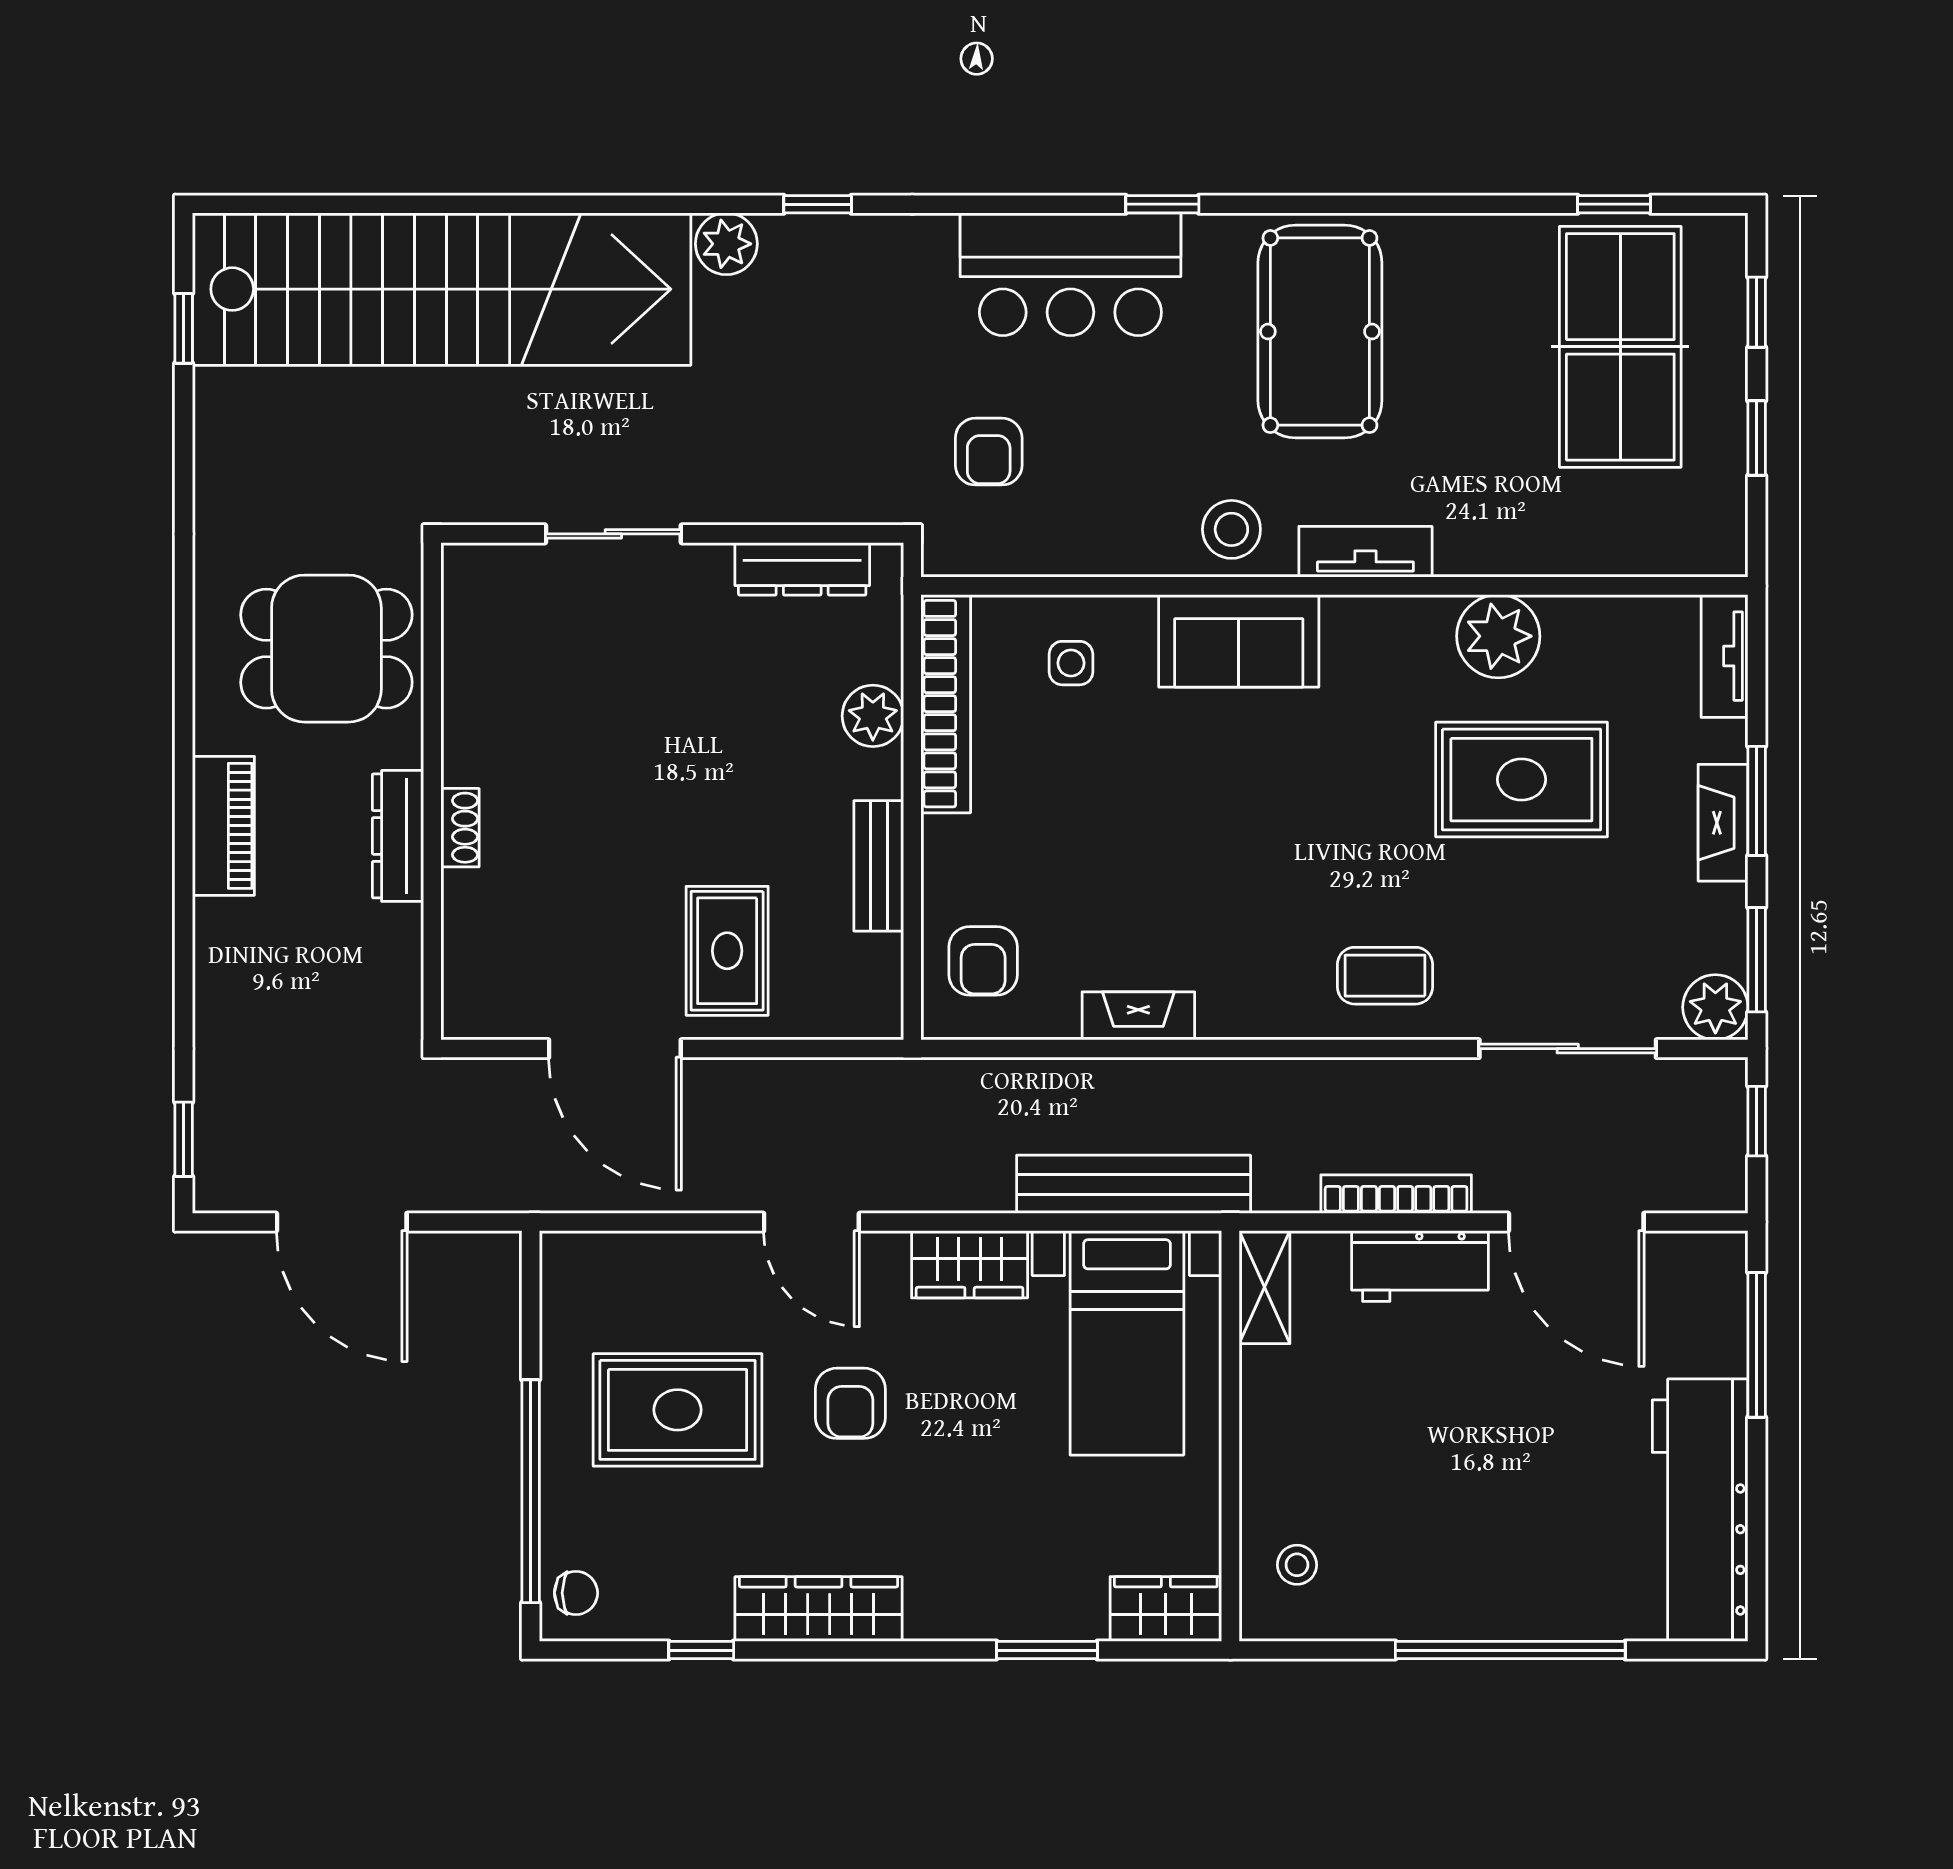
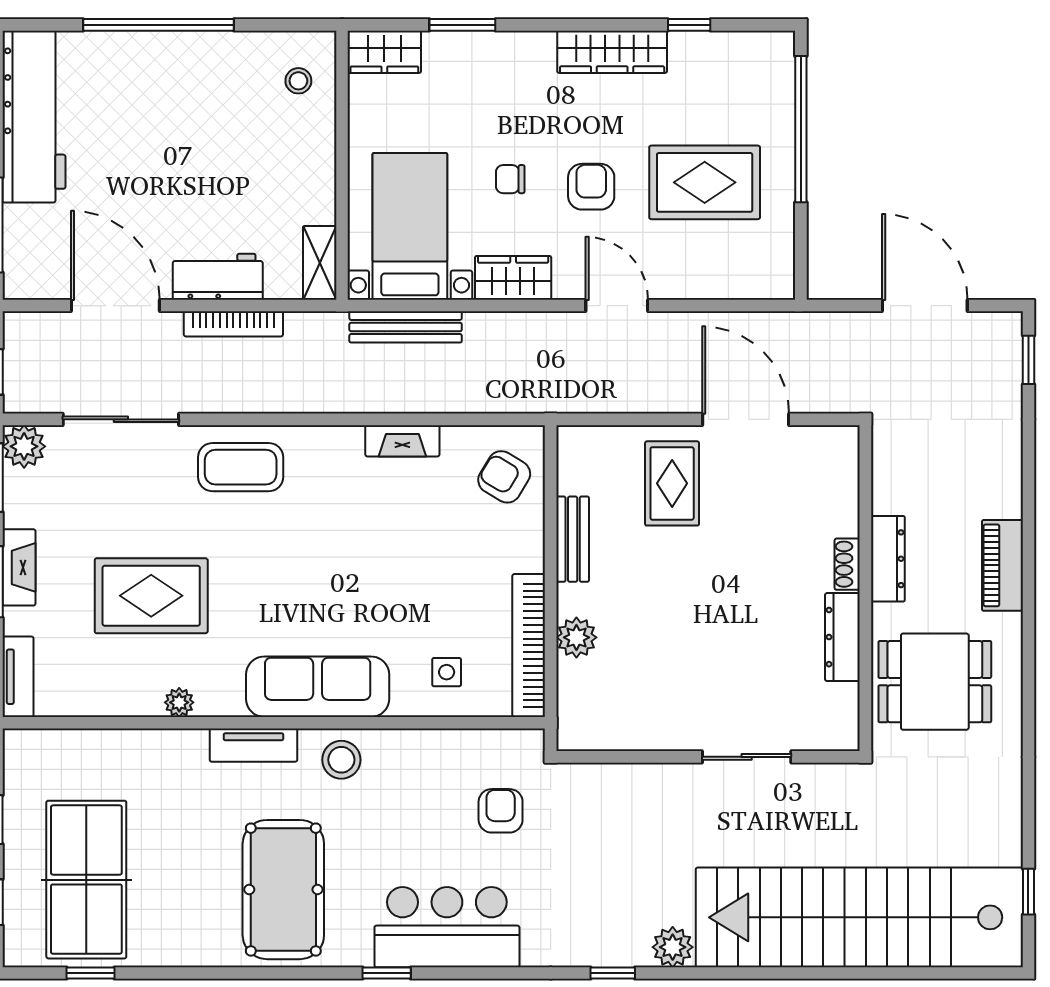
dresser: (802, 569) -> (842, 637), moved, turned -90
plant: (1498, 636) -> (179, 702), width x0.53, depth x0.53
sofa: (1239, 641) -> (318, 687), width x1.36
armchair: (983, 961) -> (504, 477), turned -59
coffee table: (1385, 976) -> (241, 467), width x1.36, depth x1.30
bench: (1134, 1184) -> (406, 327), width x0.73, depth x0.82
chair: (576, 1593) -> (510, 179), moved

